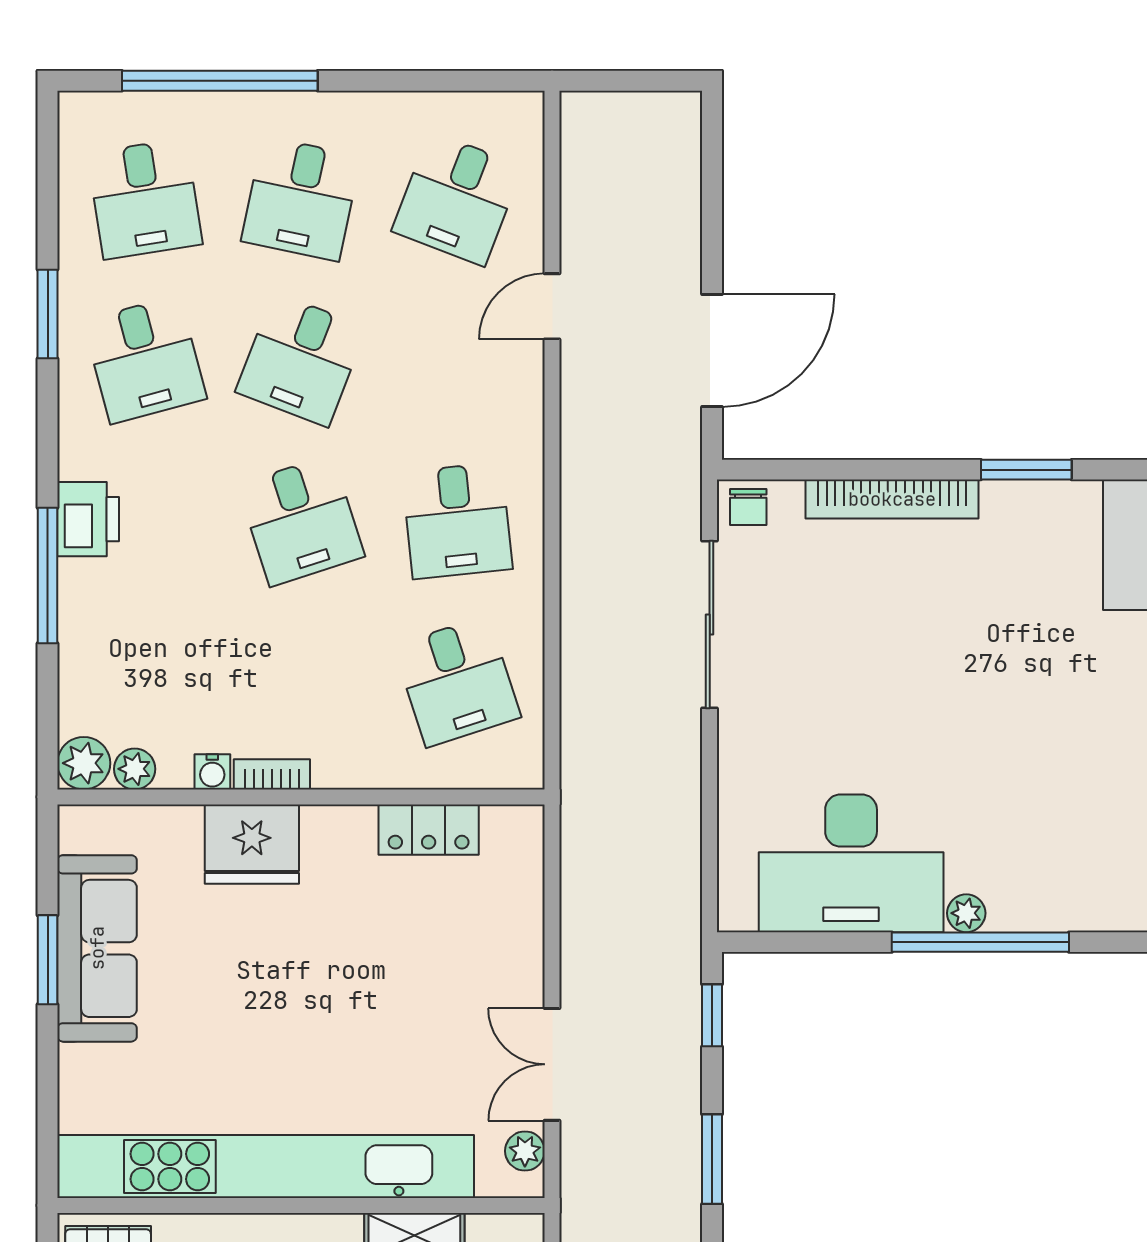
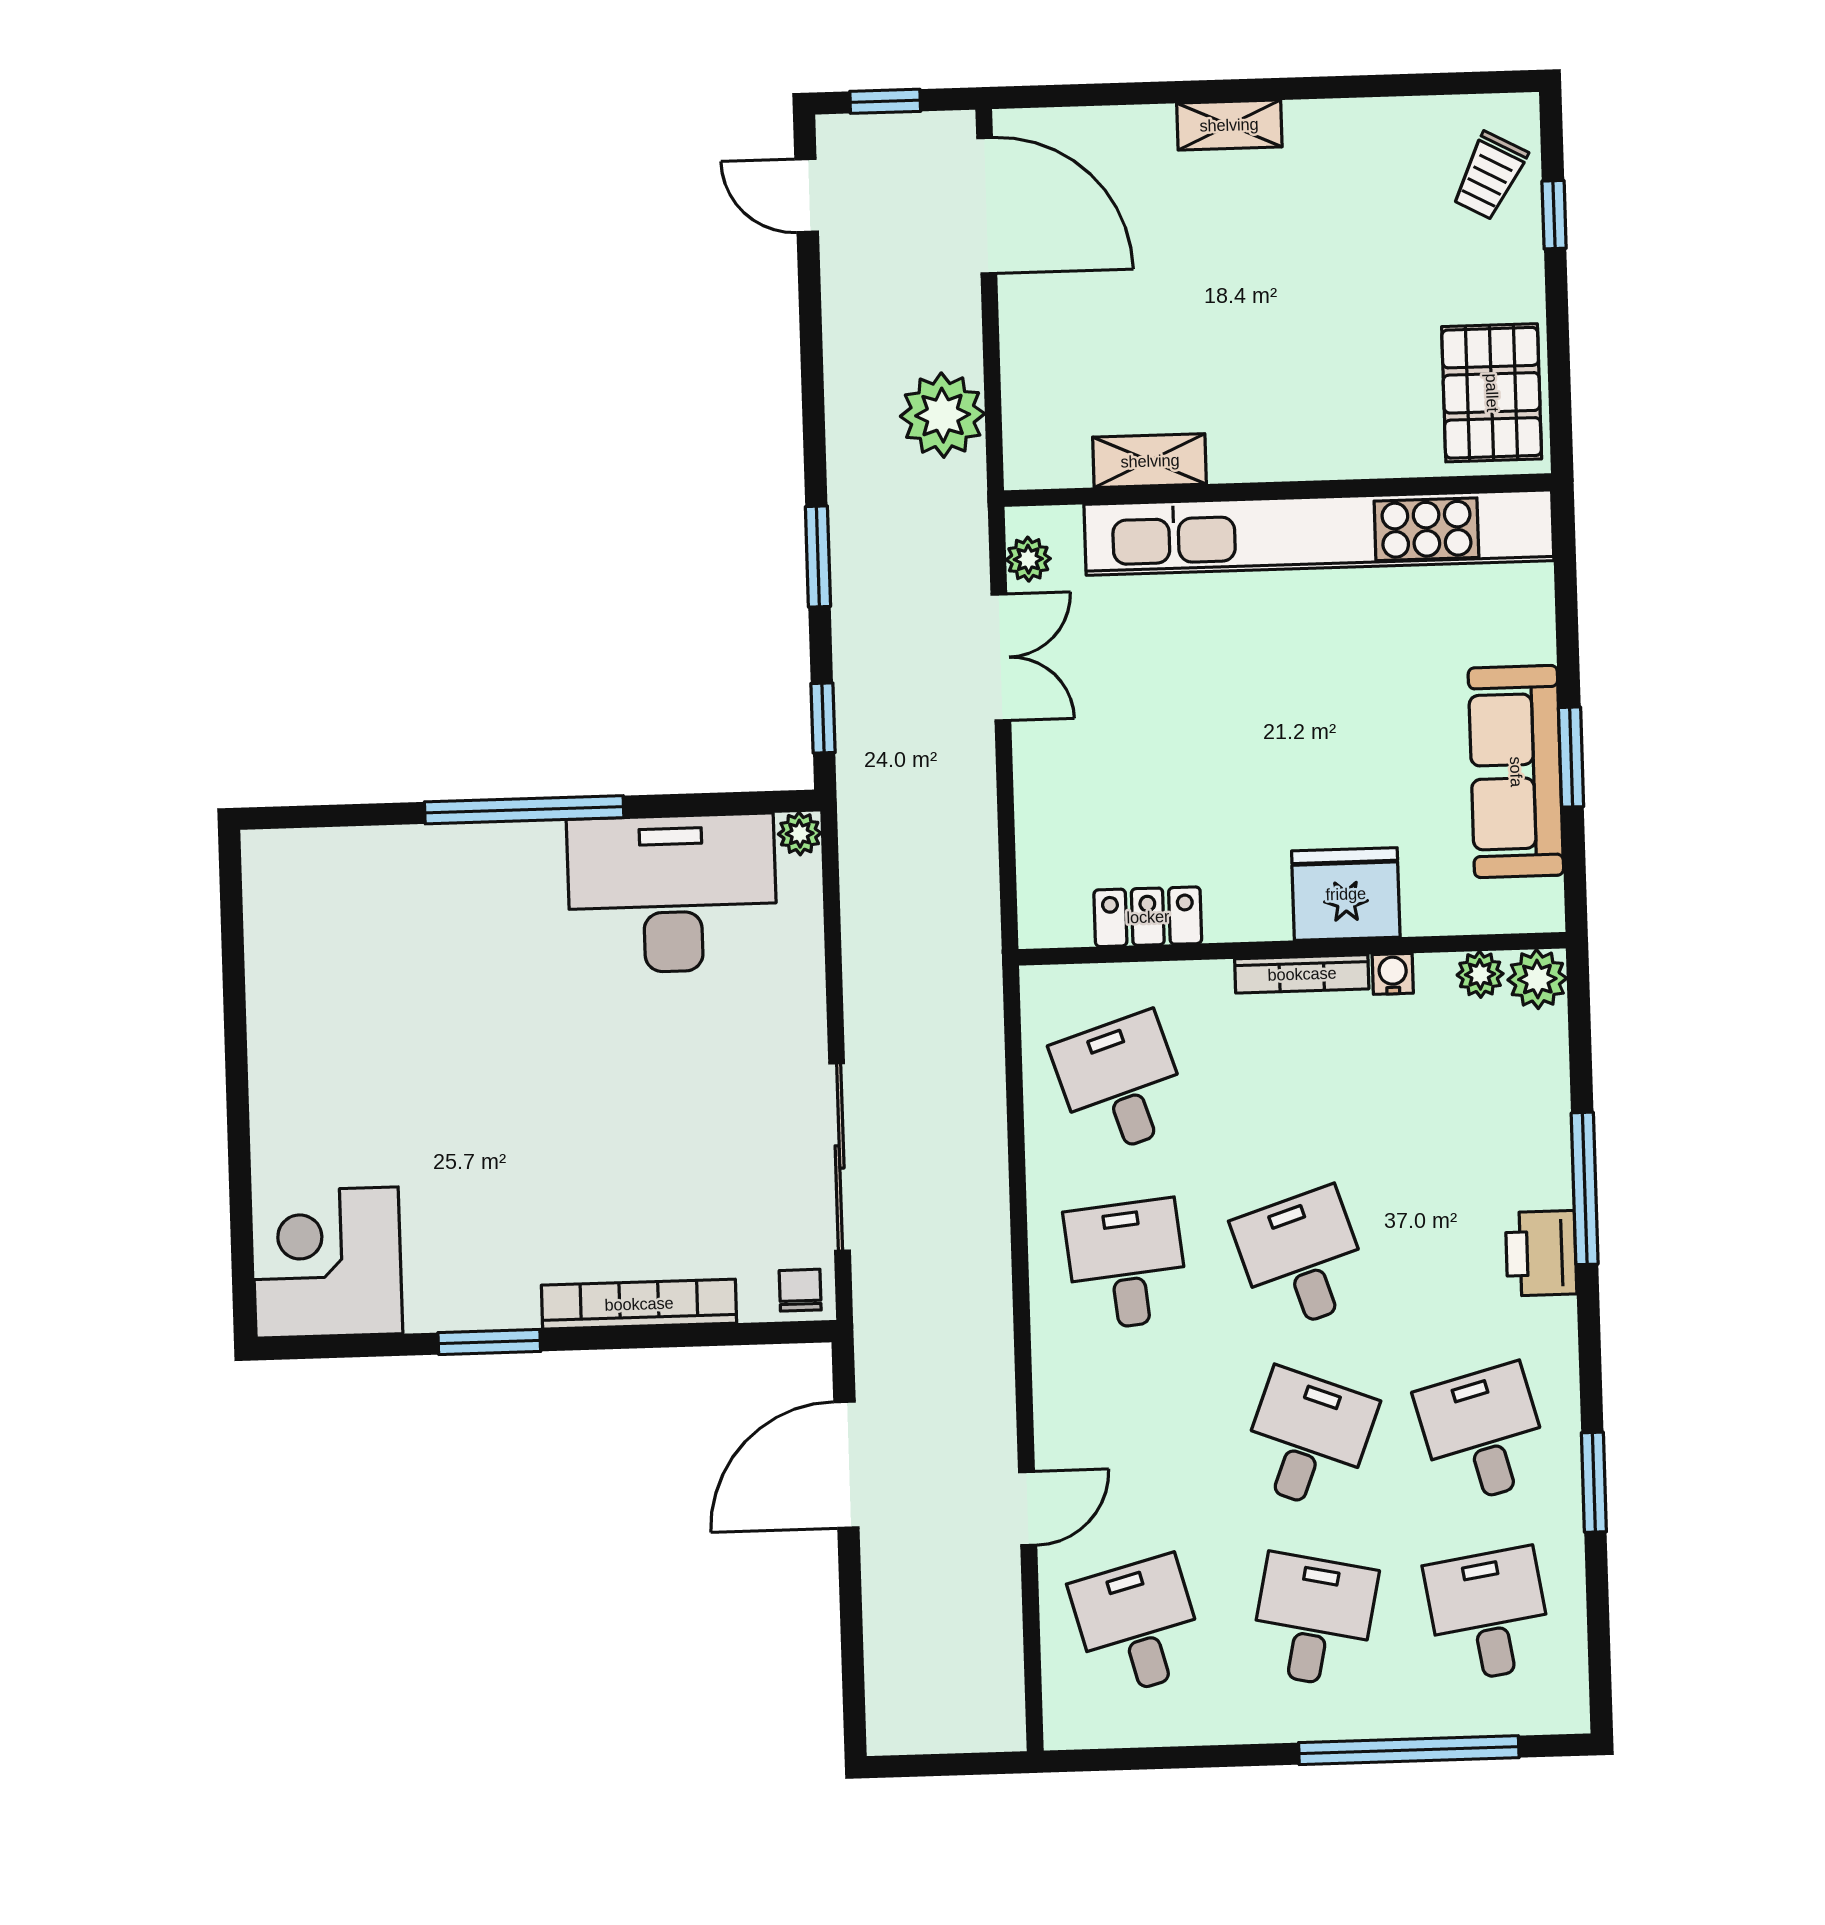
desk: (457, 199) -> (1138, 1626), turned -36
bookcase: (272, 774) -> (1302, 974), width x1.56
plant: (966, 913) -> (800, 834), moved

